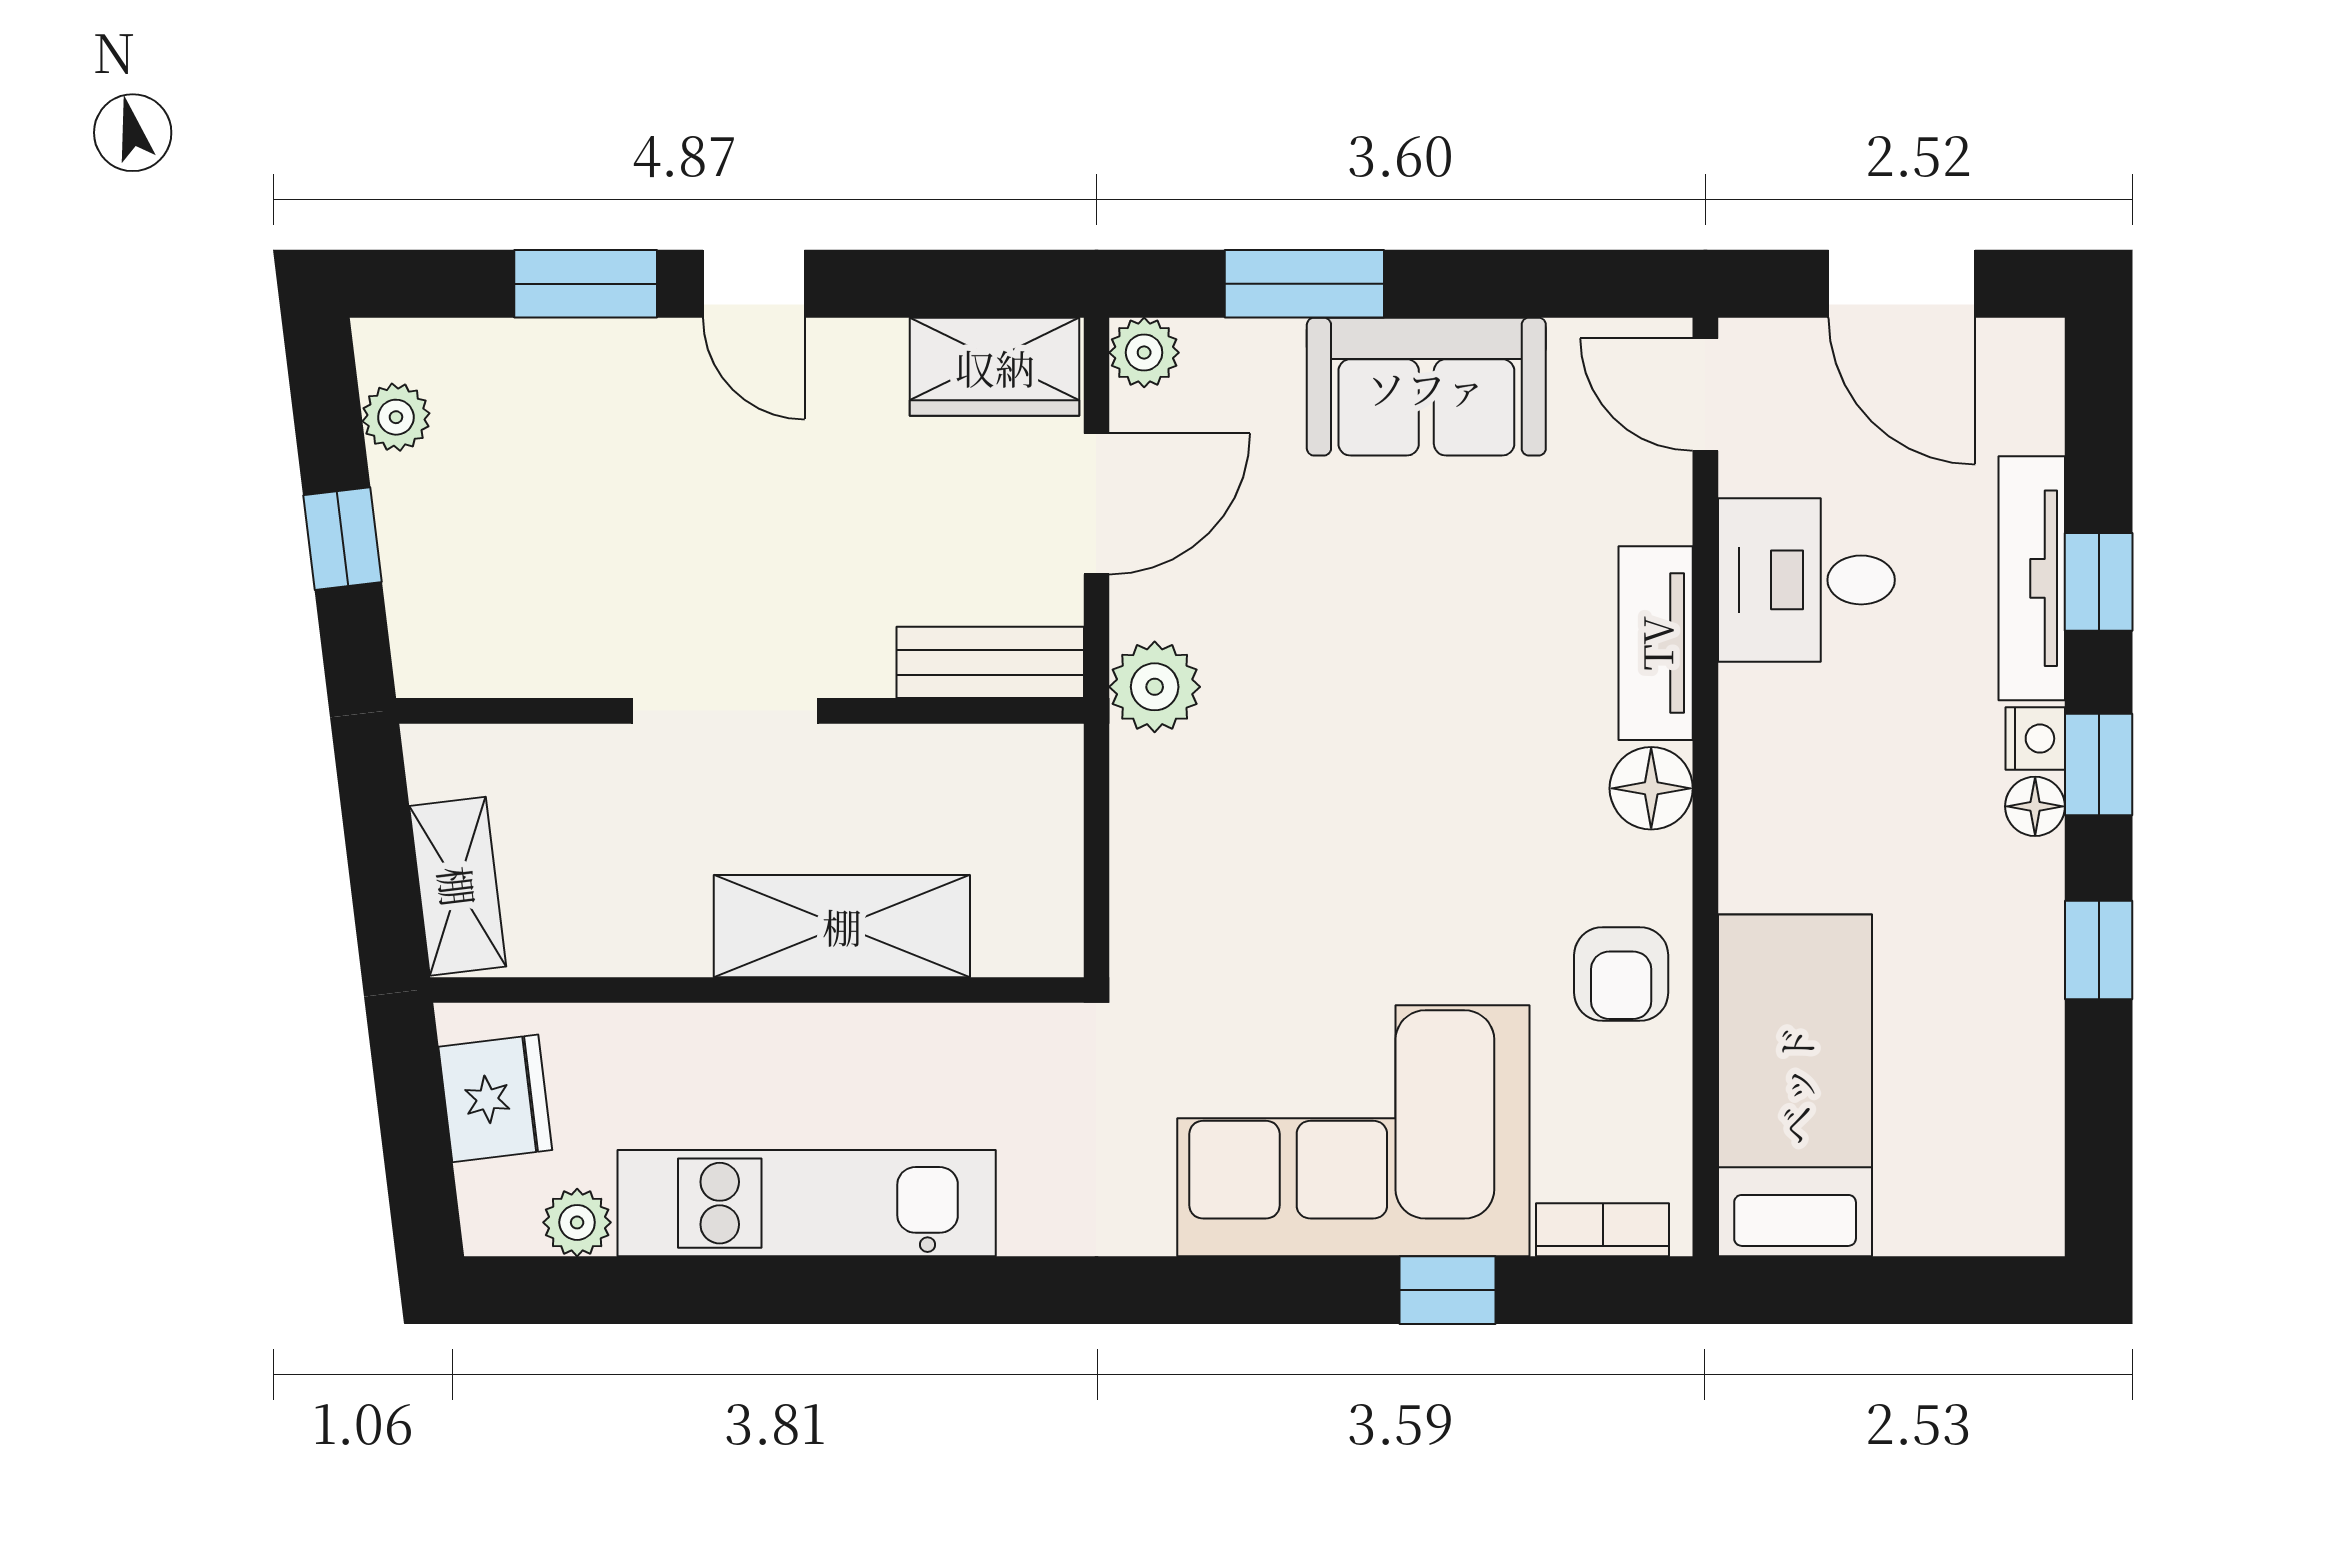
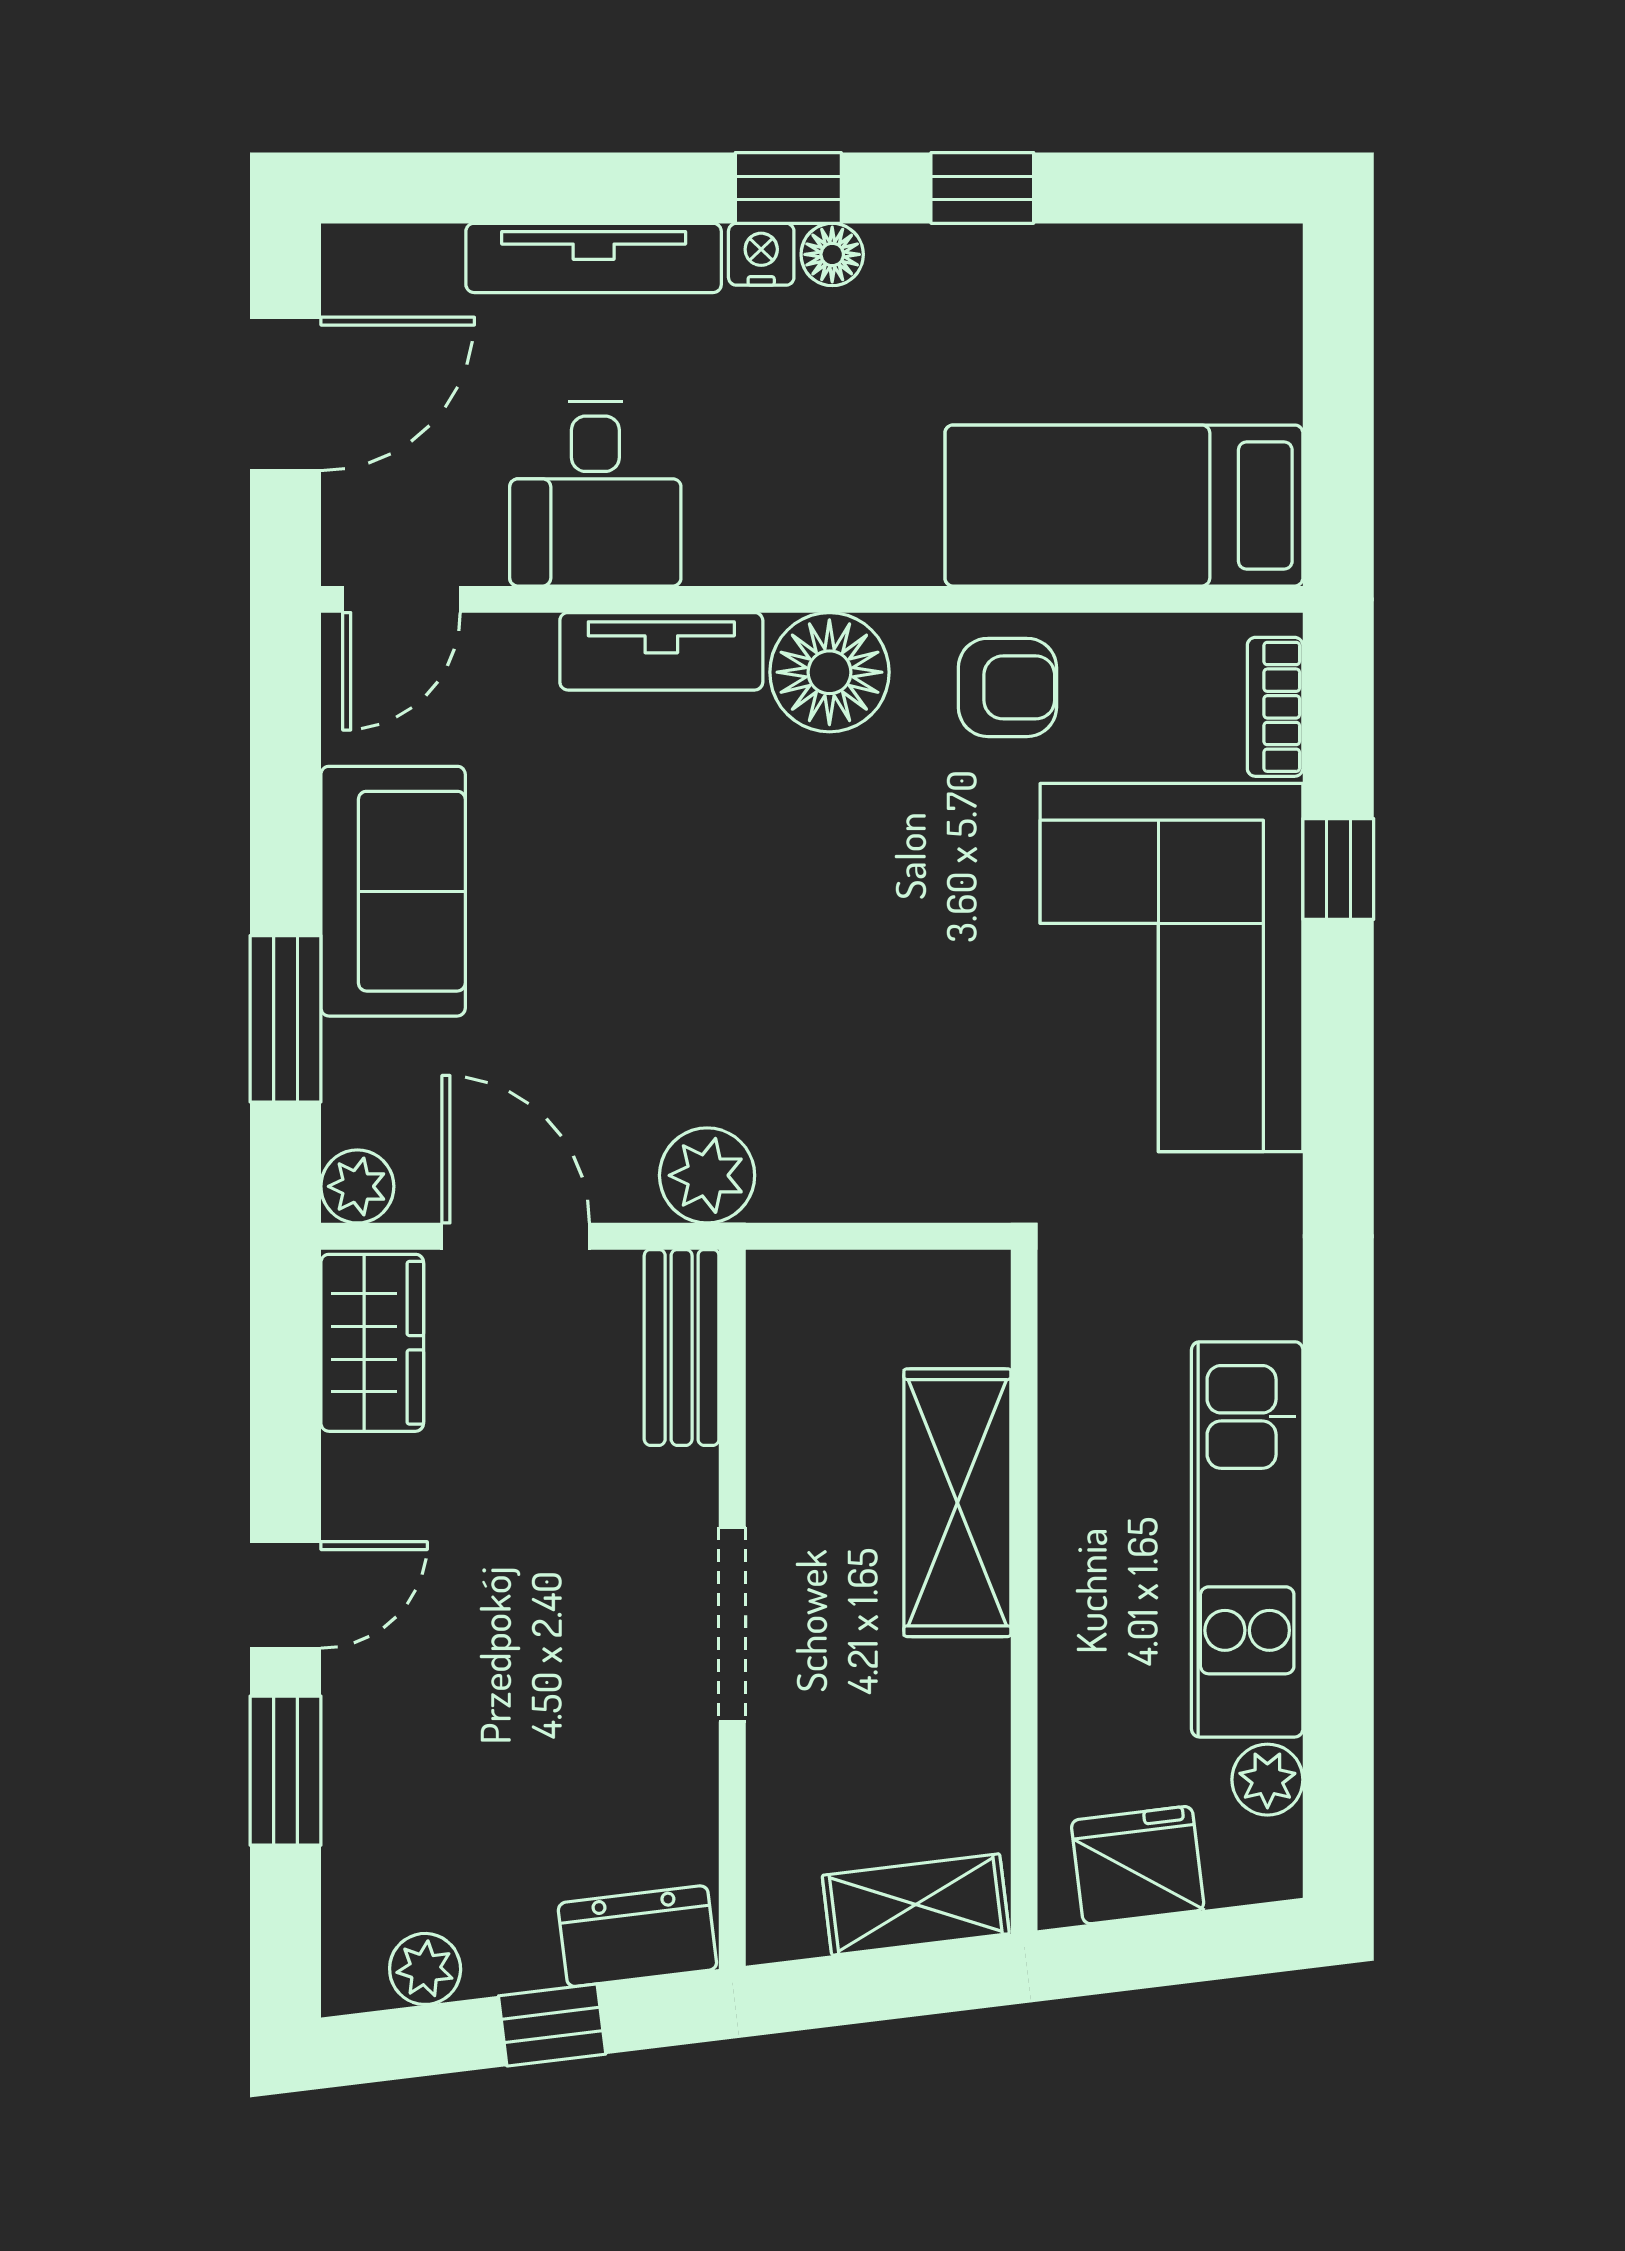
window: (2099, 582) -> (597, 188), removed
dresser: (427, 620) -> (637, 1936), added
floor lamp: (1651, 788) -> (829, 672), width x1.38, depth x1.38

